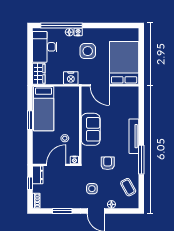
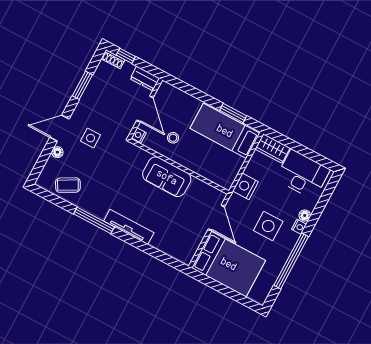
window: (62, 26) -> (291, 261), moved
door: (100, 85) -> (216, 218), swing flipped
window: (30, 120) -> (233, 113), moved
armchair: (108, 163) -> (112, 175), removed
window: (30, 183) -> (126, 56), moved

